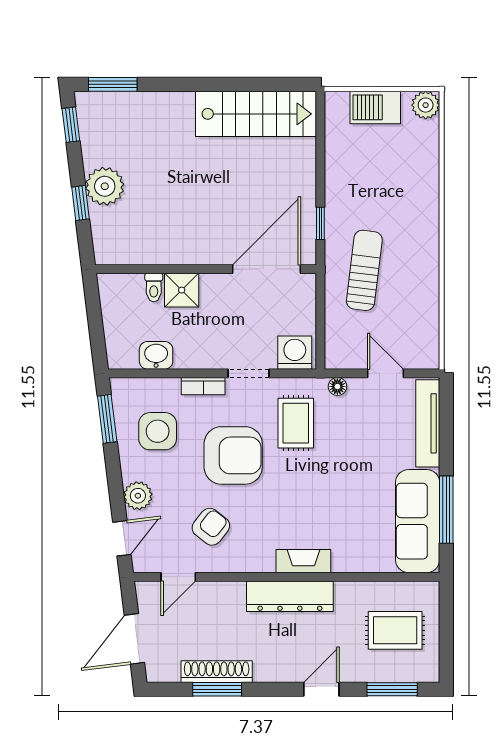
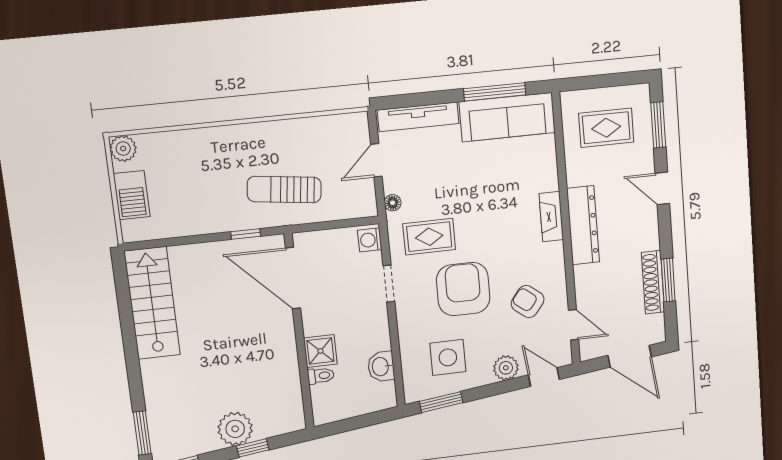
washing machine: (295, 353) -> (370, 240), width x0.73, depth x0.73
bookcase: (203, 386) -> (404, 322), removed
rug: (395, 630) -> (606, 128), turned 90

